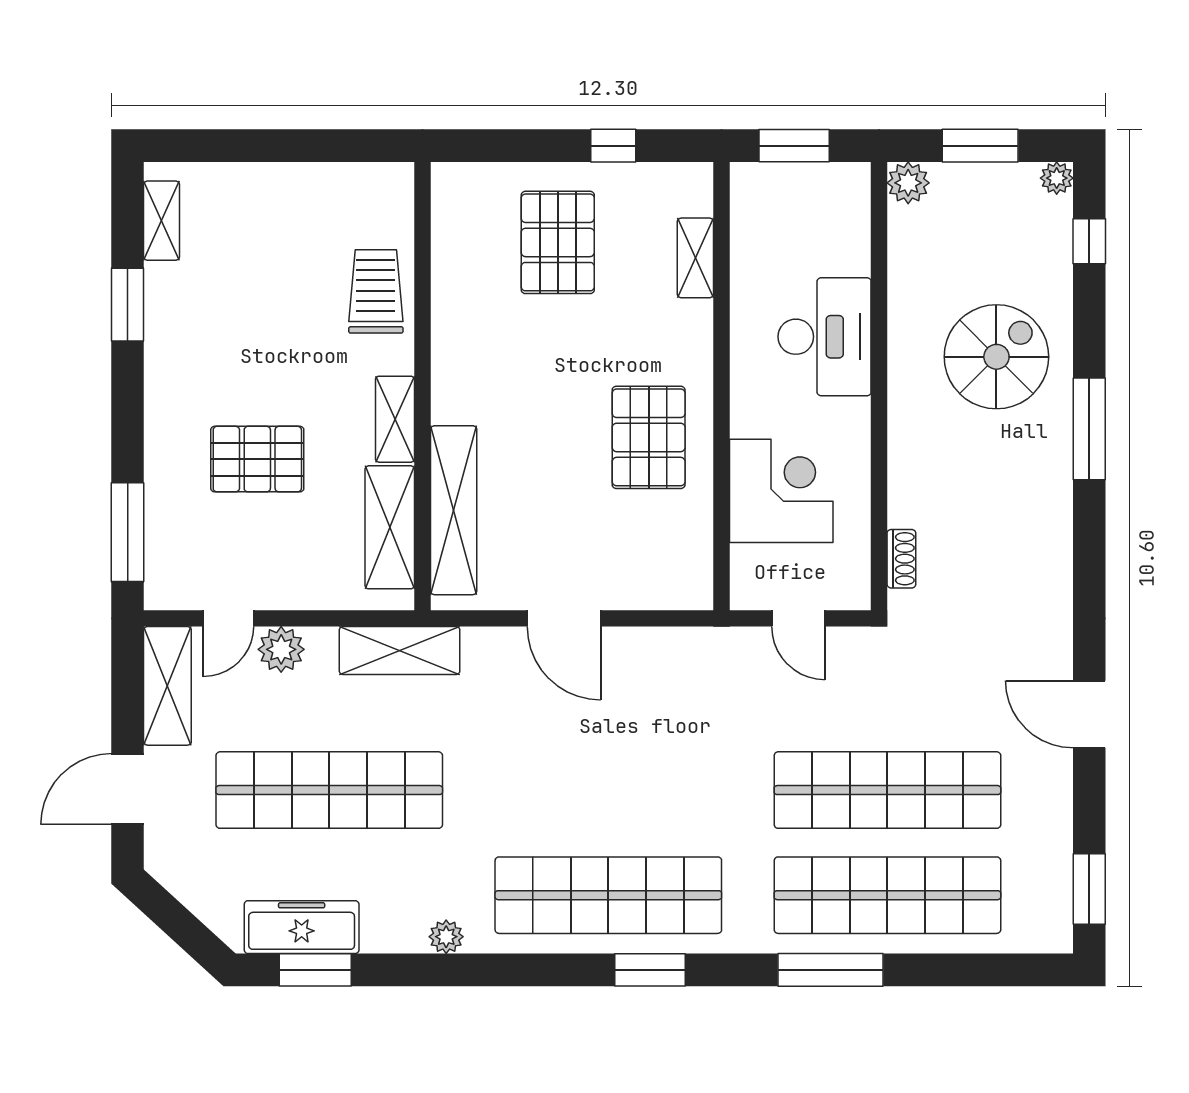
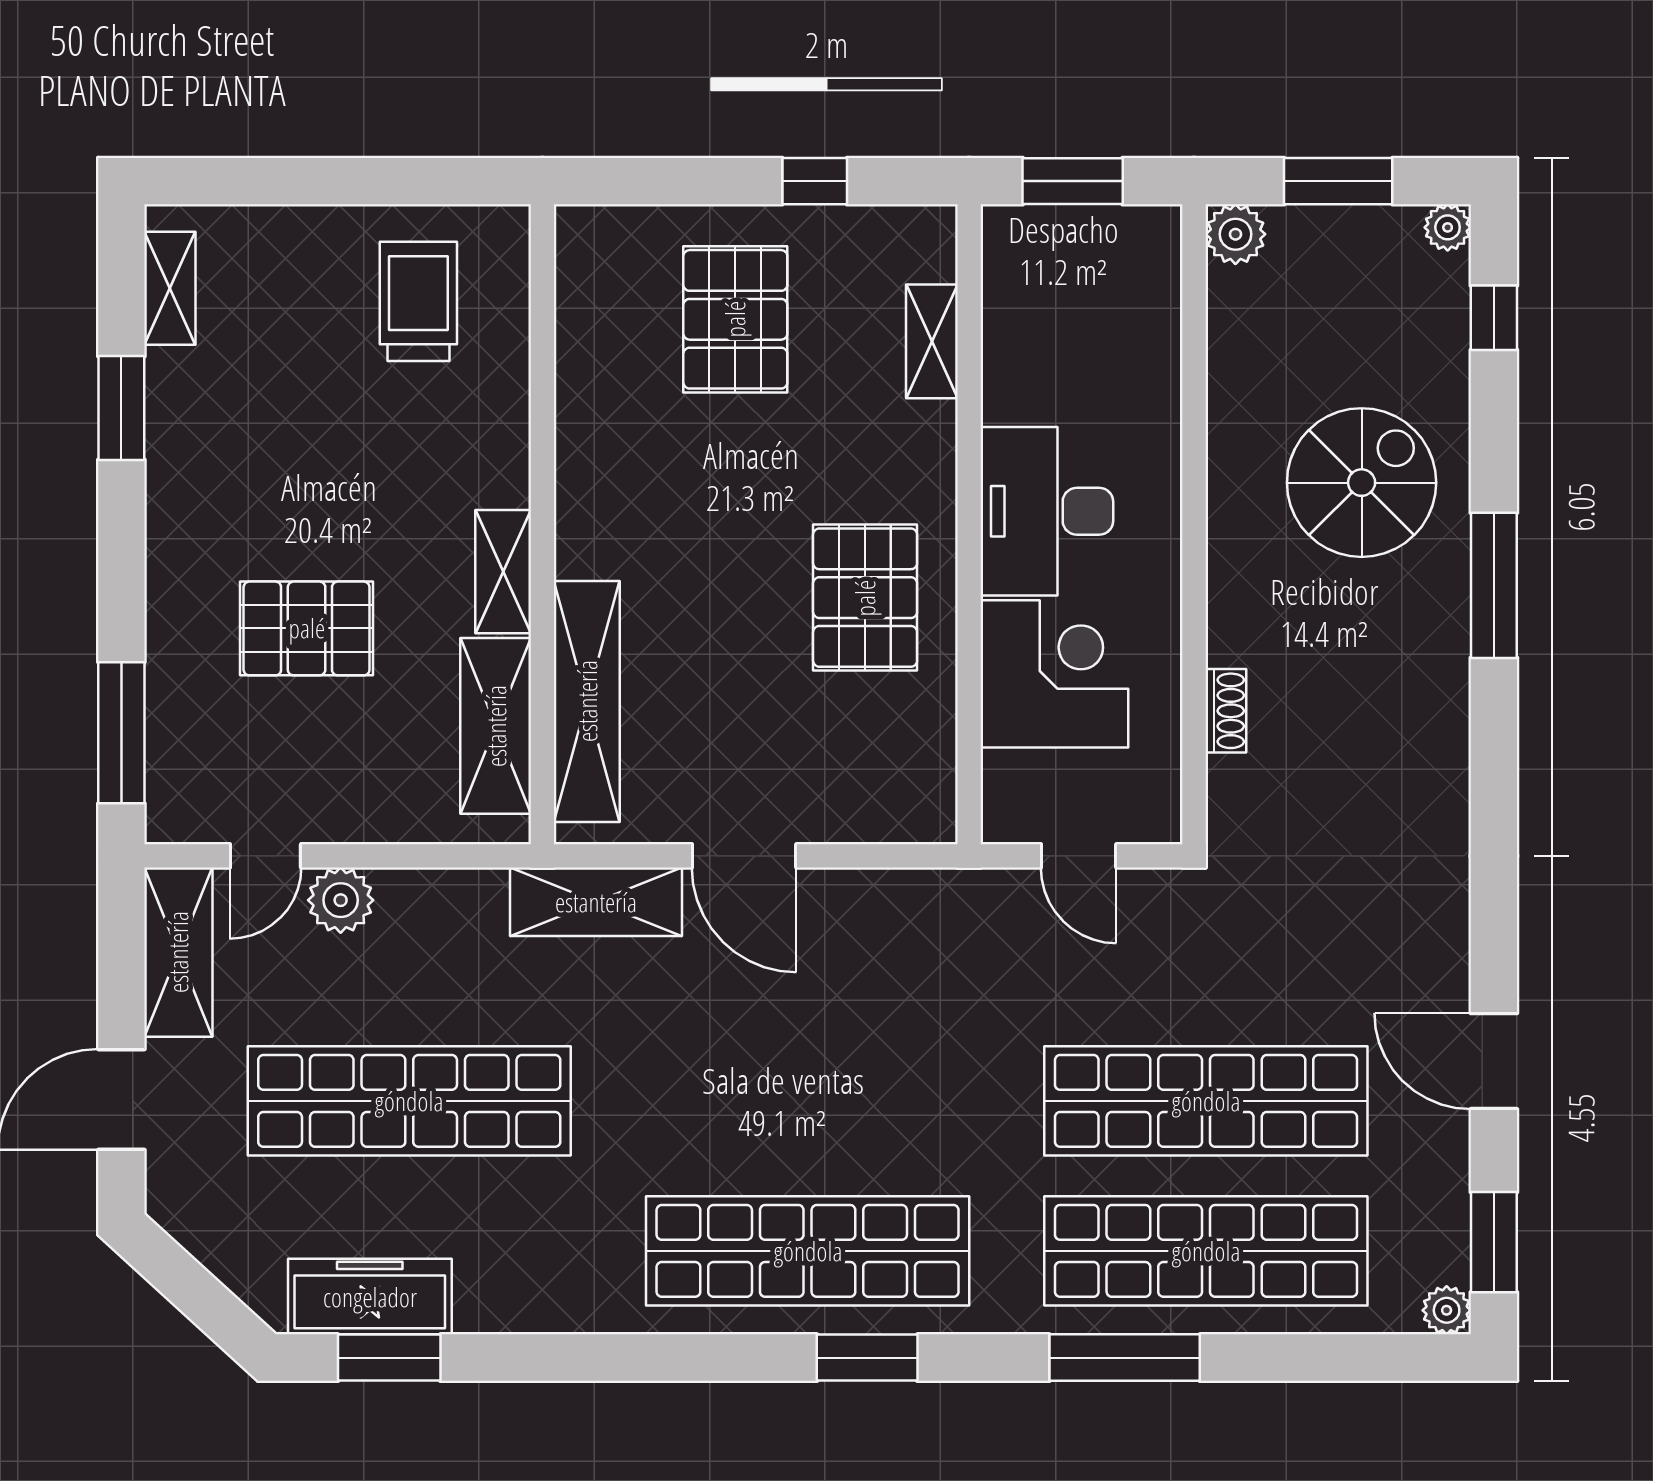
trolley: (376, 291) -> (418, 301), moved
desk: (825, 337) -> (1047, 511), moved, turned 180
shoe rack: (901, 559) -> (1226, 711), moved
shelving: (400, 651) -> (596, 902), moved
door: (1089, 714) -> (1494, 1061), moved
plant: (446, 937) -> (1447, 1310), moved

